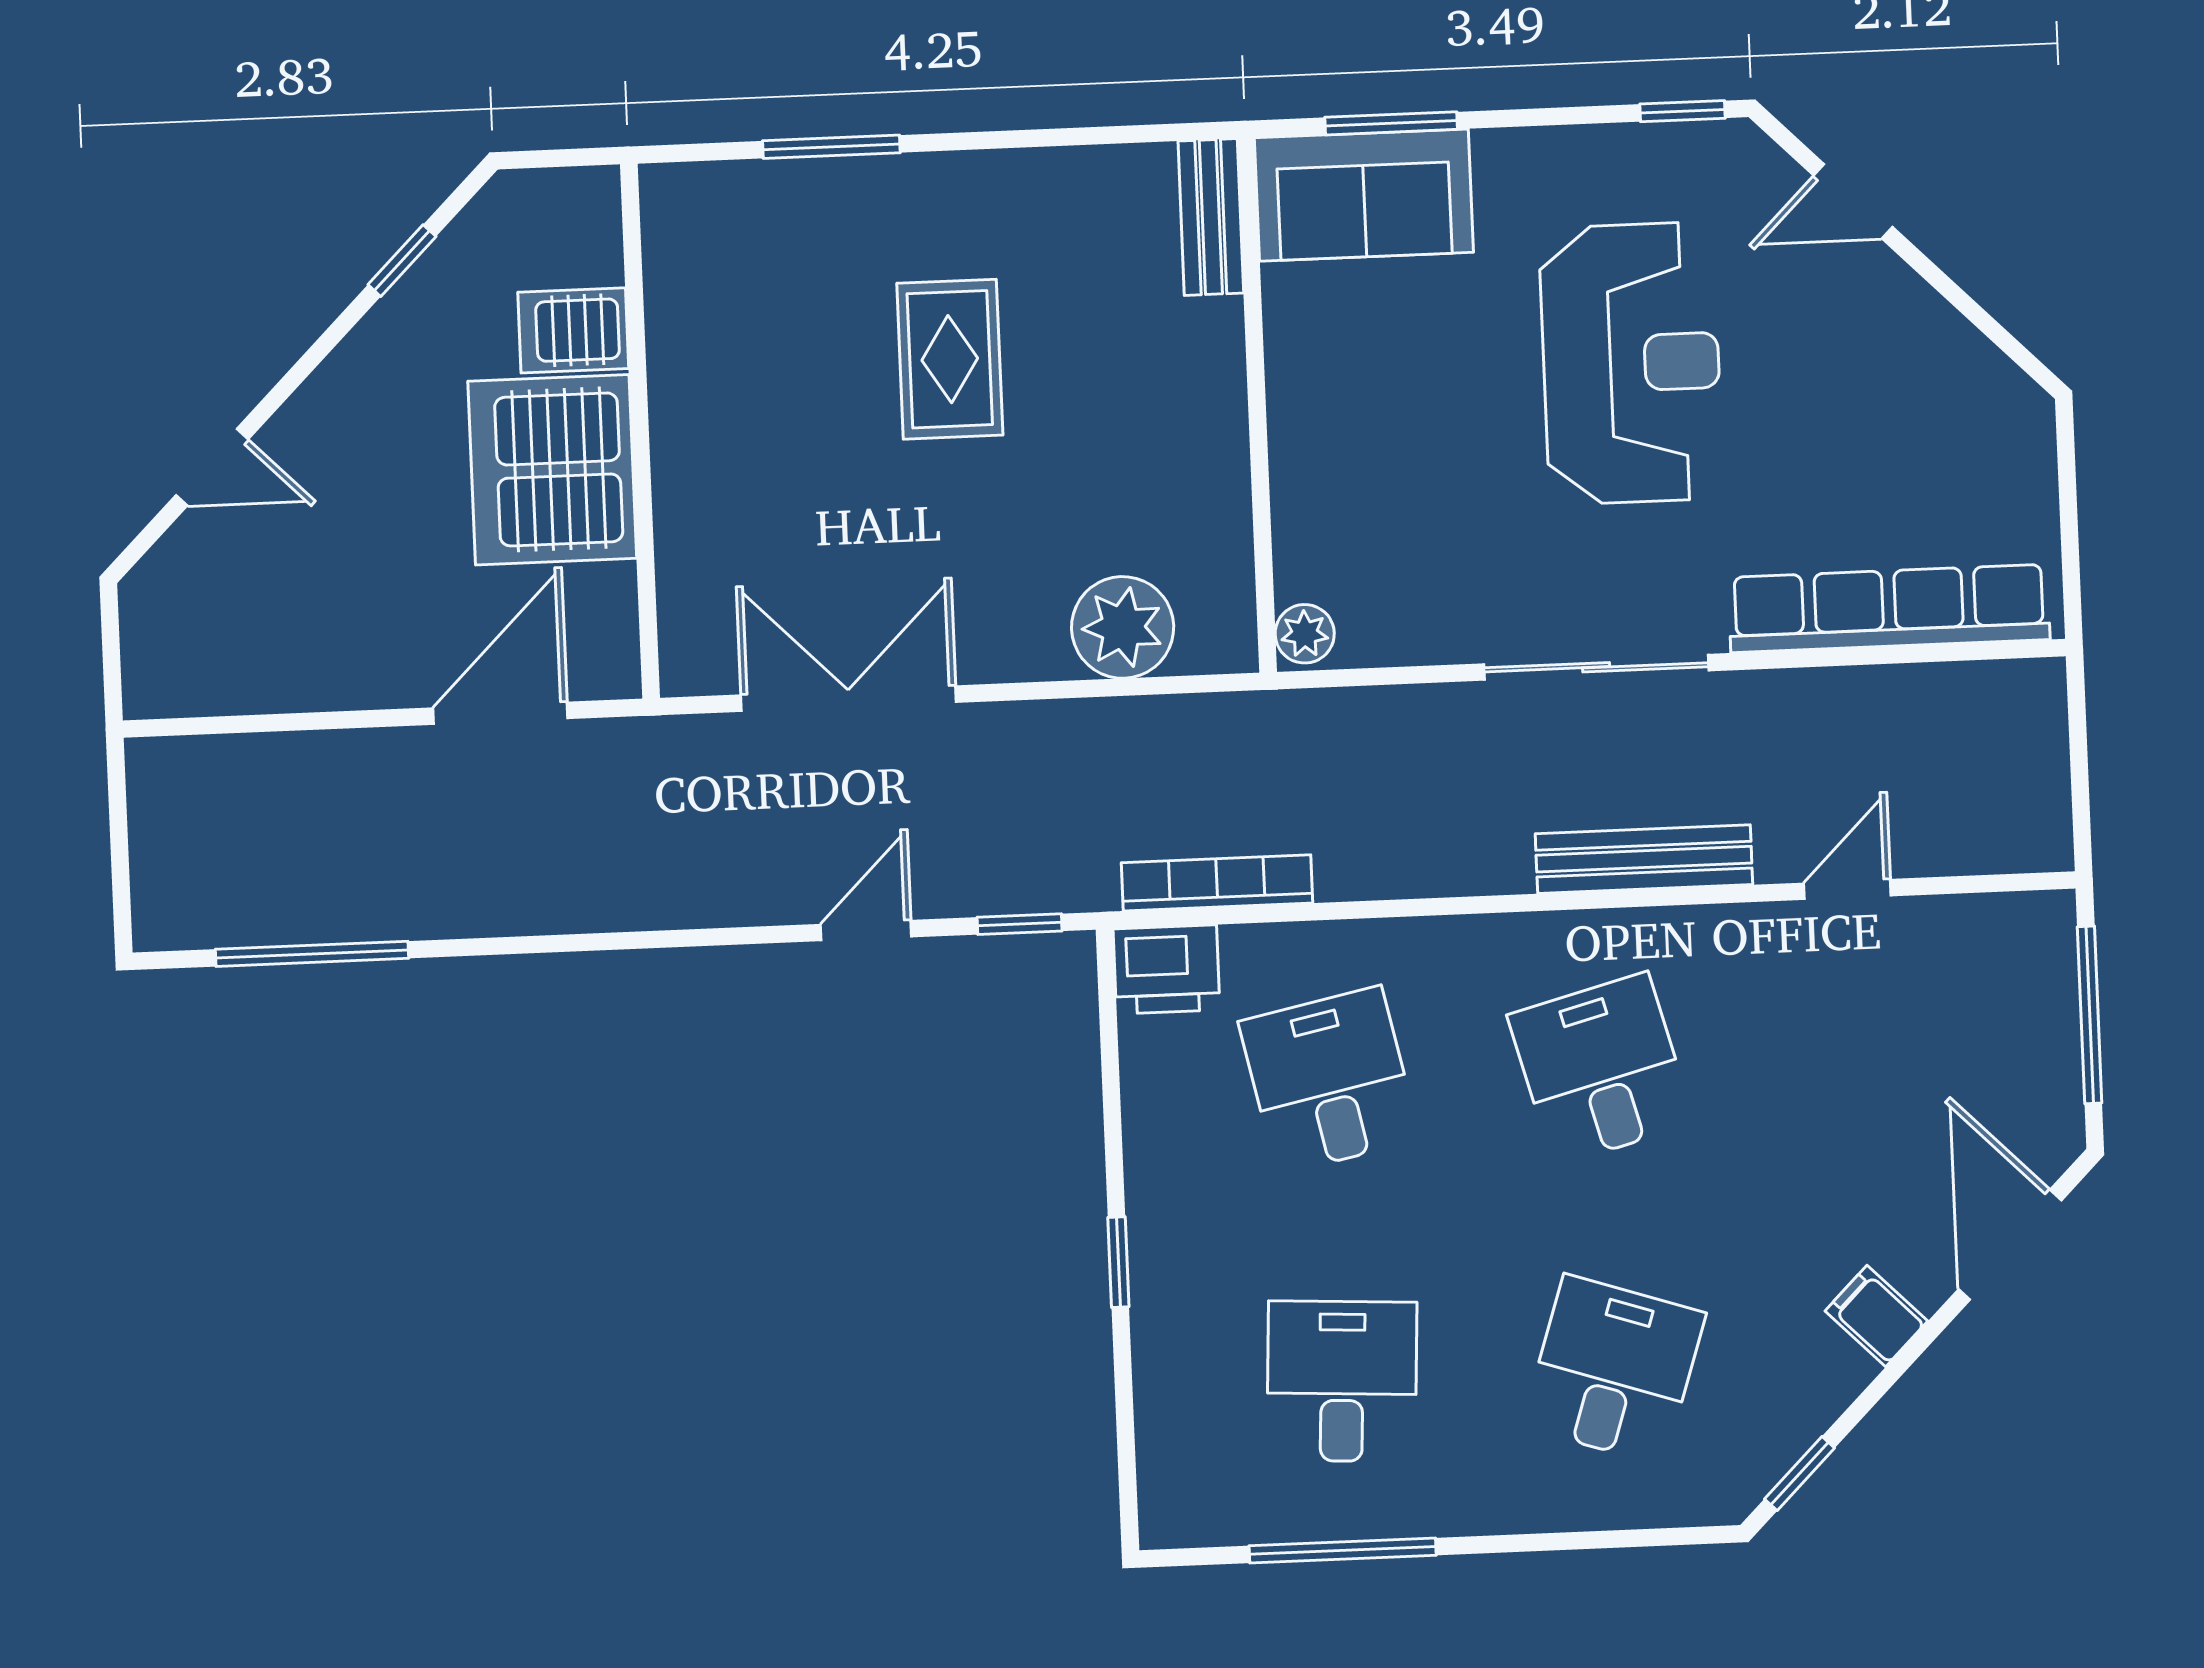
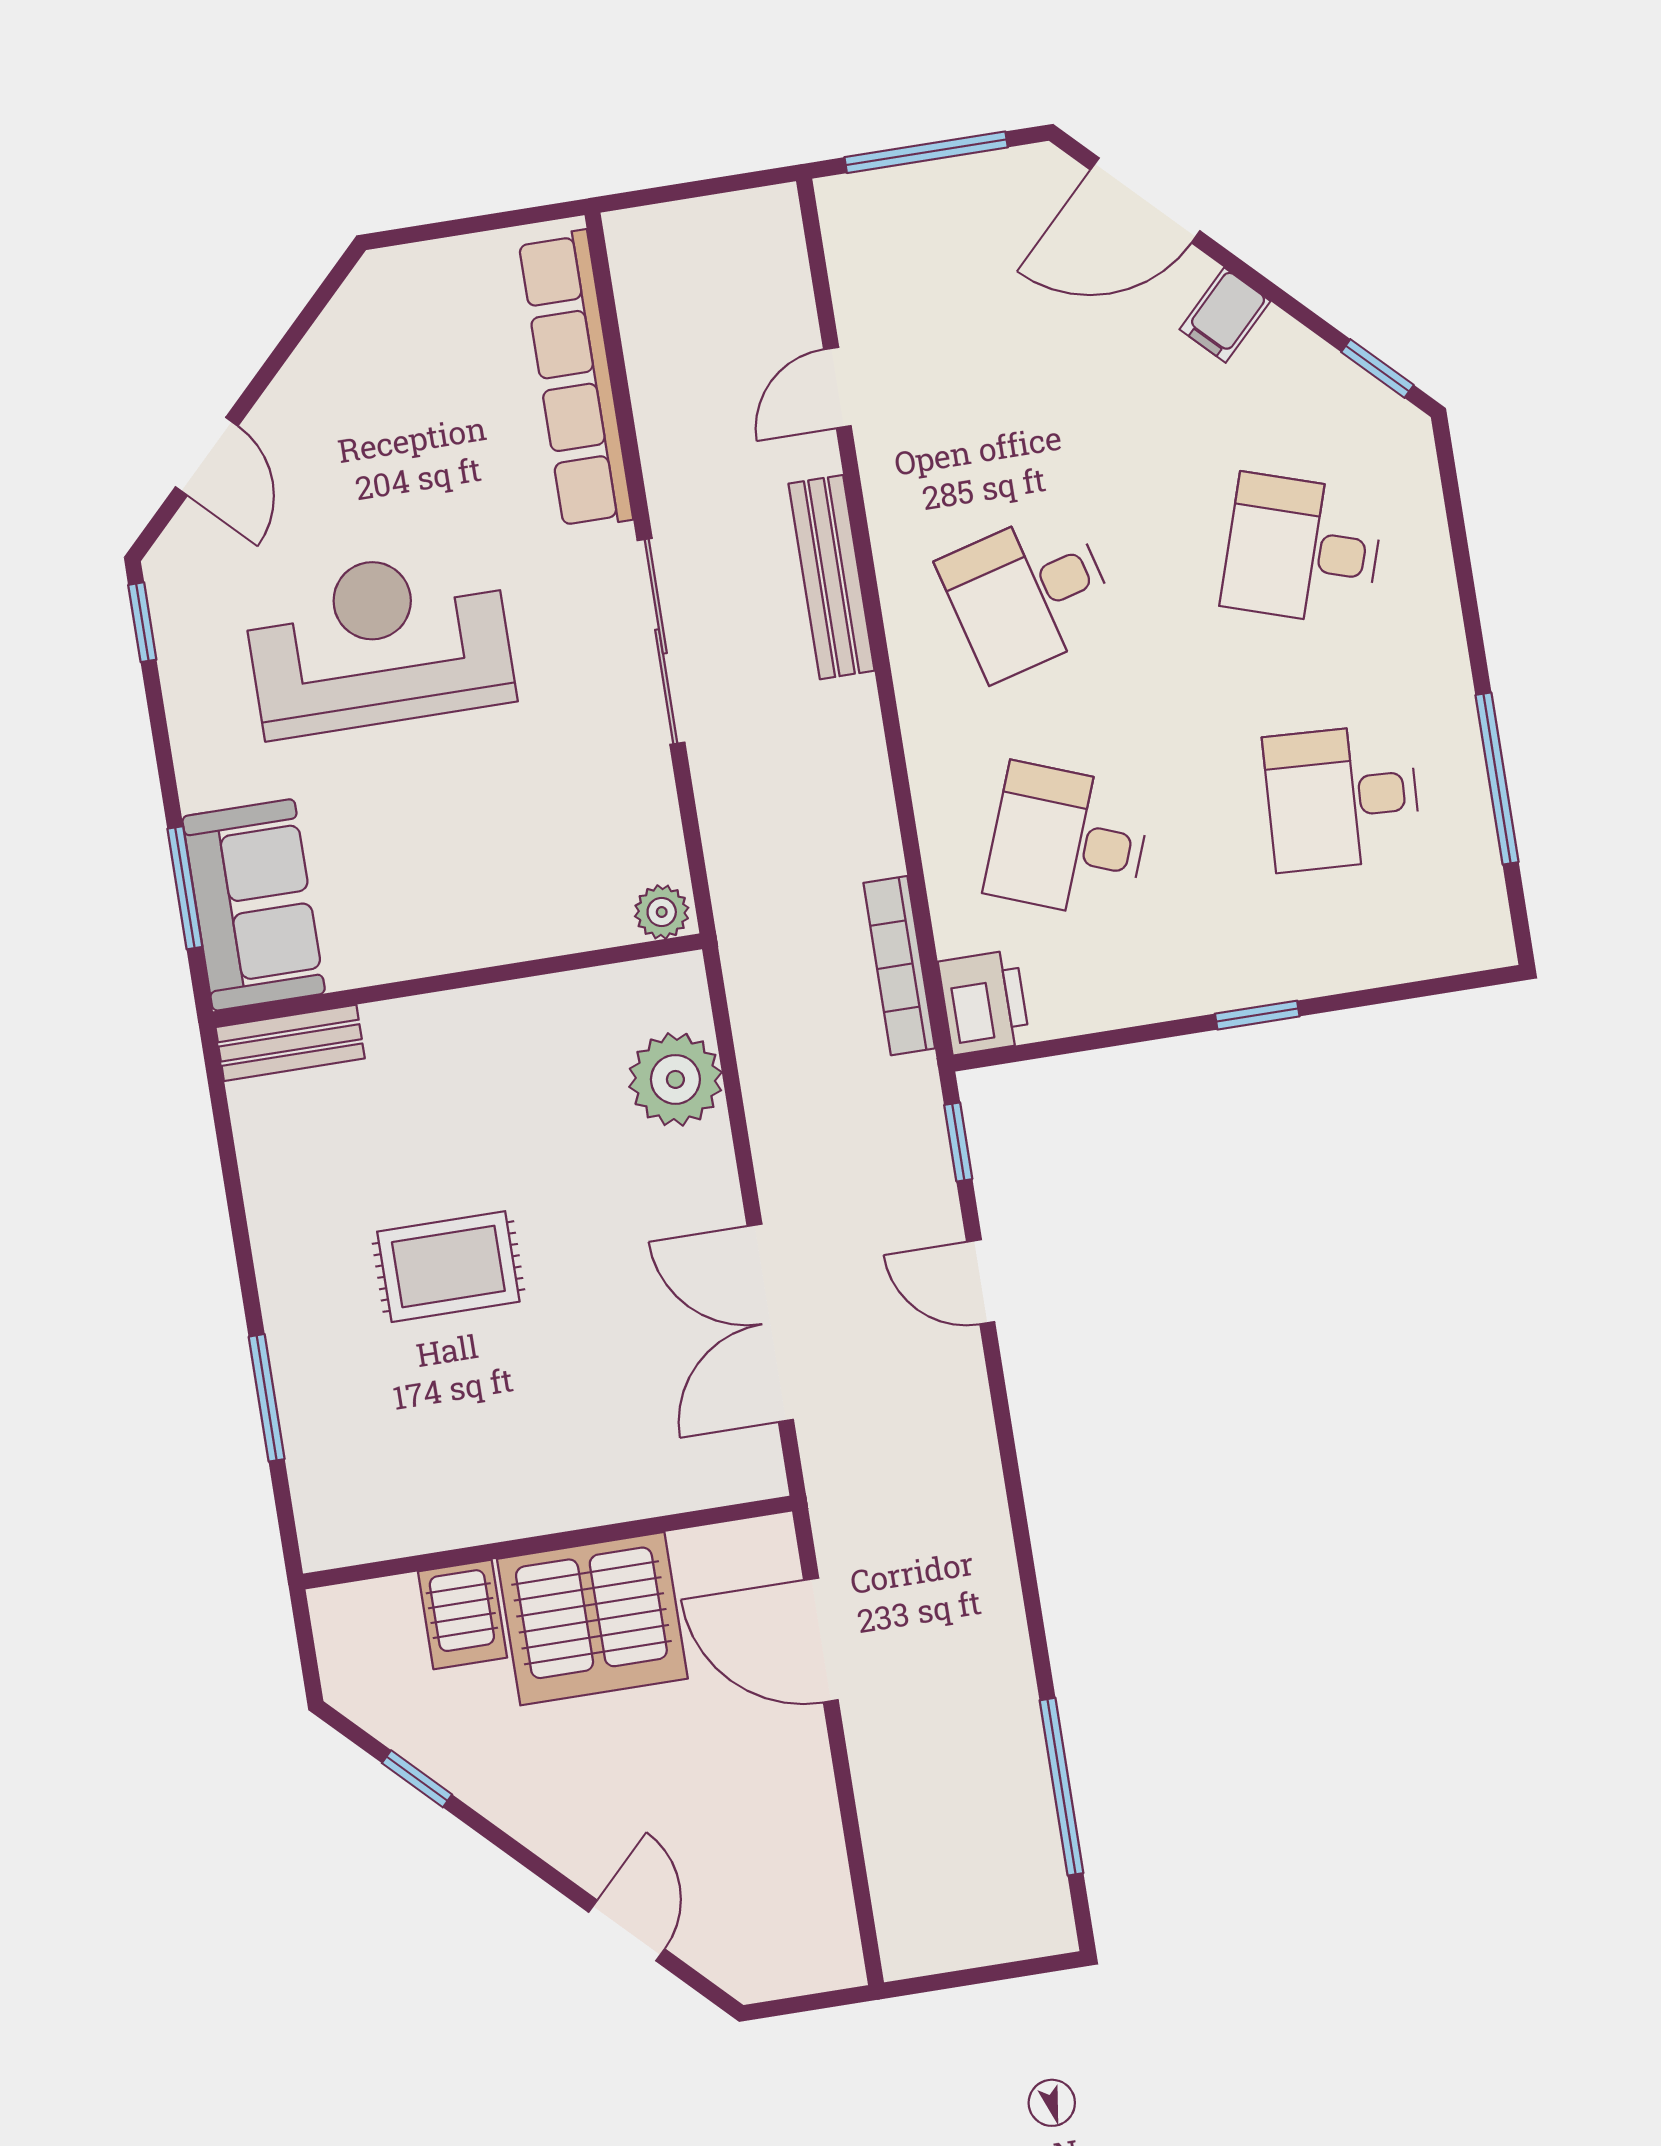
door: (1847, 889) -> (837, 388), hinge flipped
desk: (1329, 1080) -> (1068, 841), turned 33

